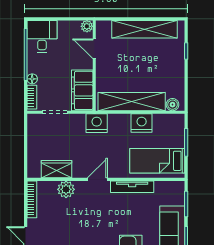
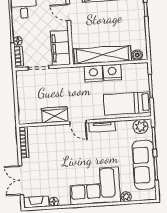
nightstand: (97, 123) -> (94, 74), moved
wardrobe: (57, 169) -> (55, 115), moved
door: (97, 179) -> (78, 122), swing flipped
tv unit: (132, 187) -> (102, 127), width x0.71
plant: (66, 189) -> (141, 127), moved

